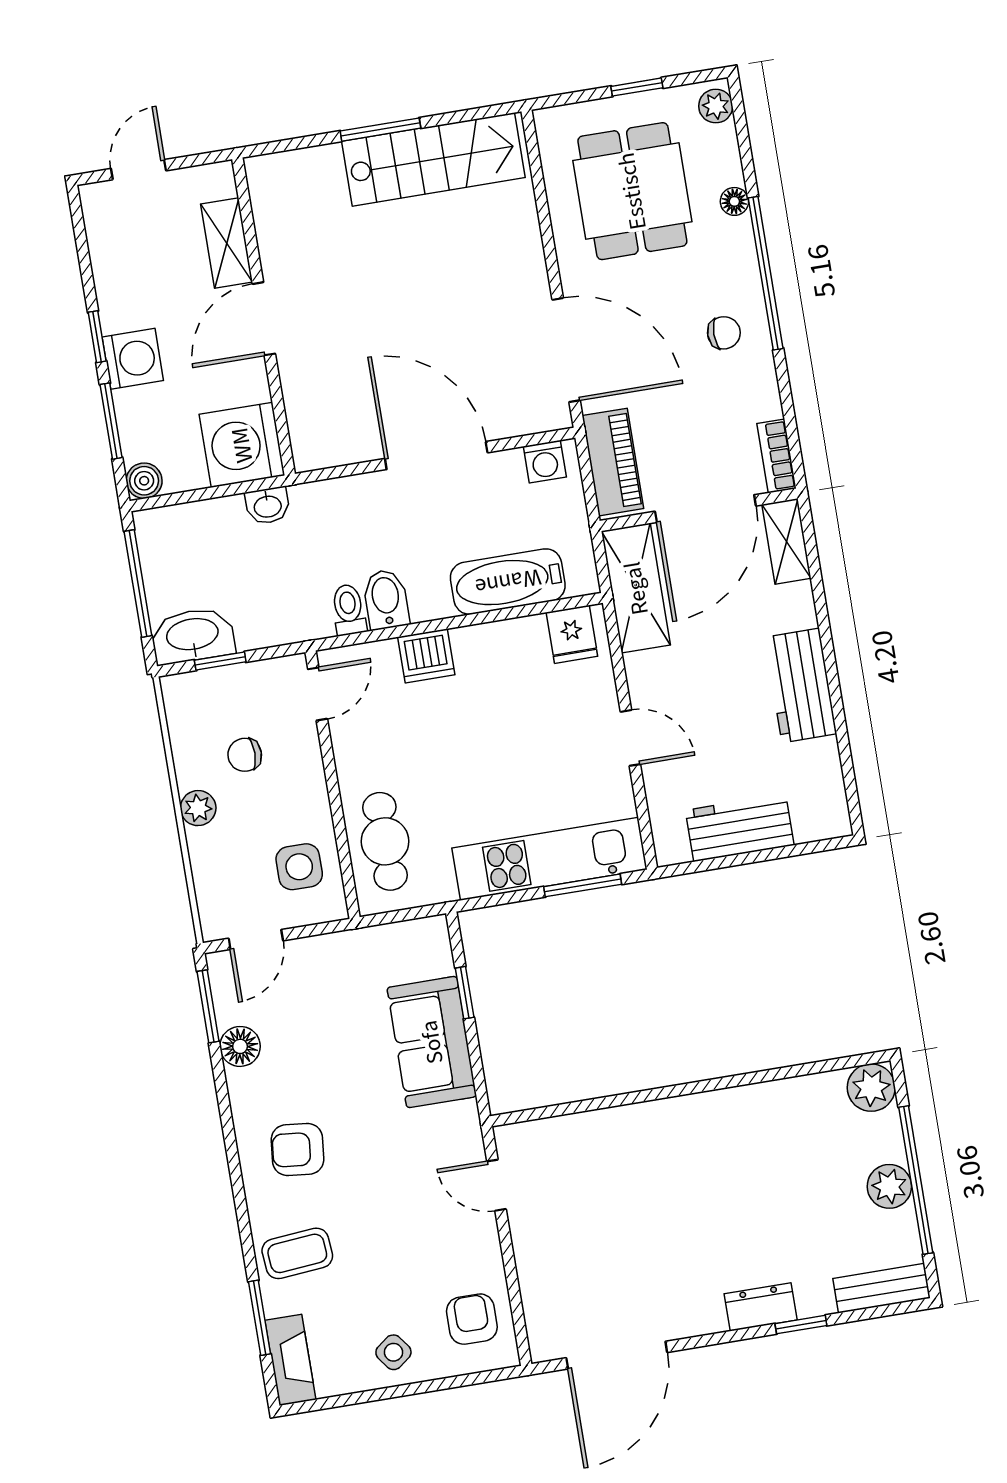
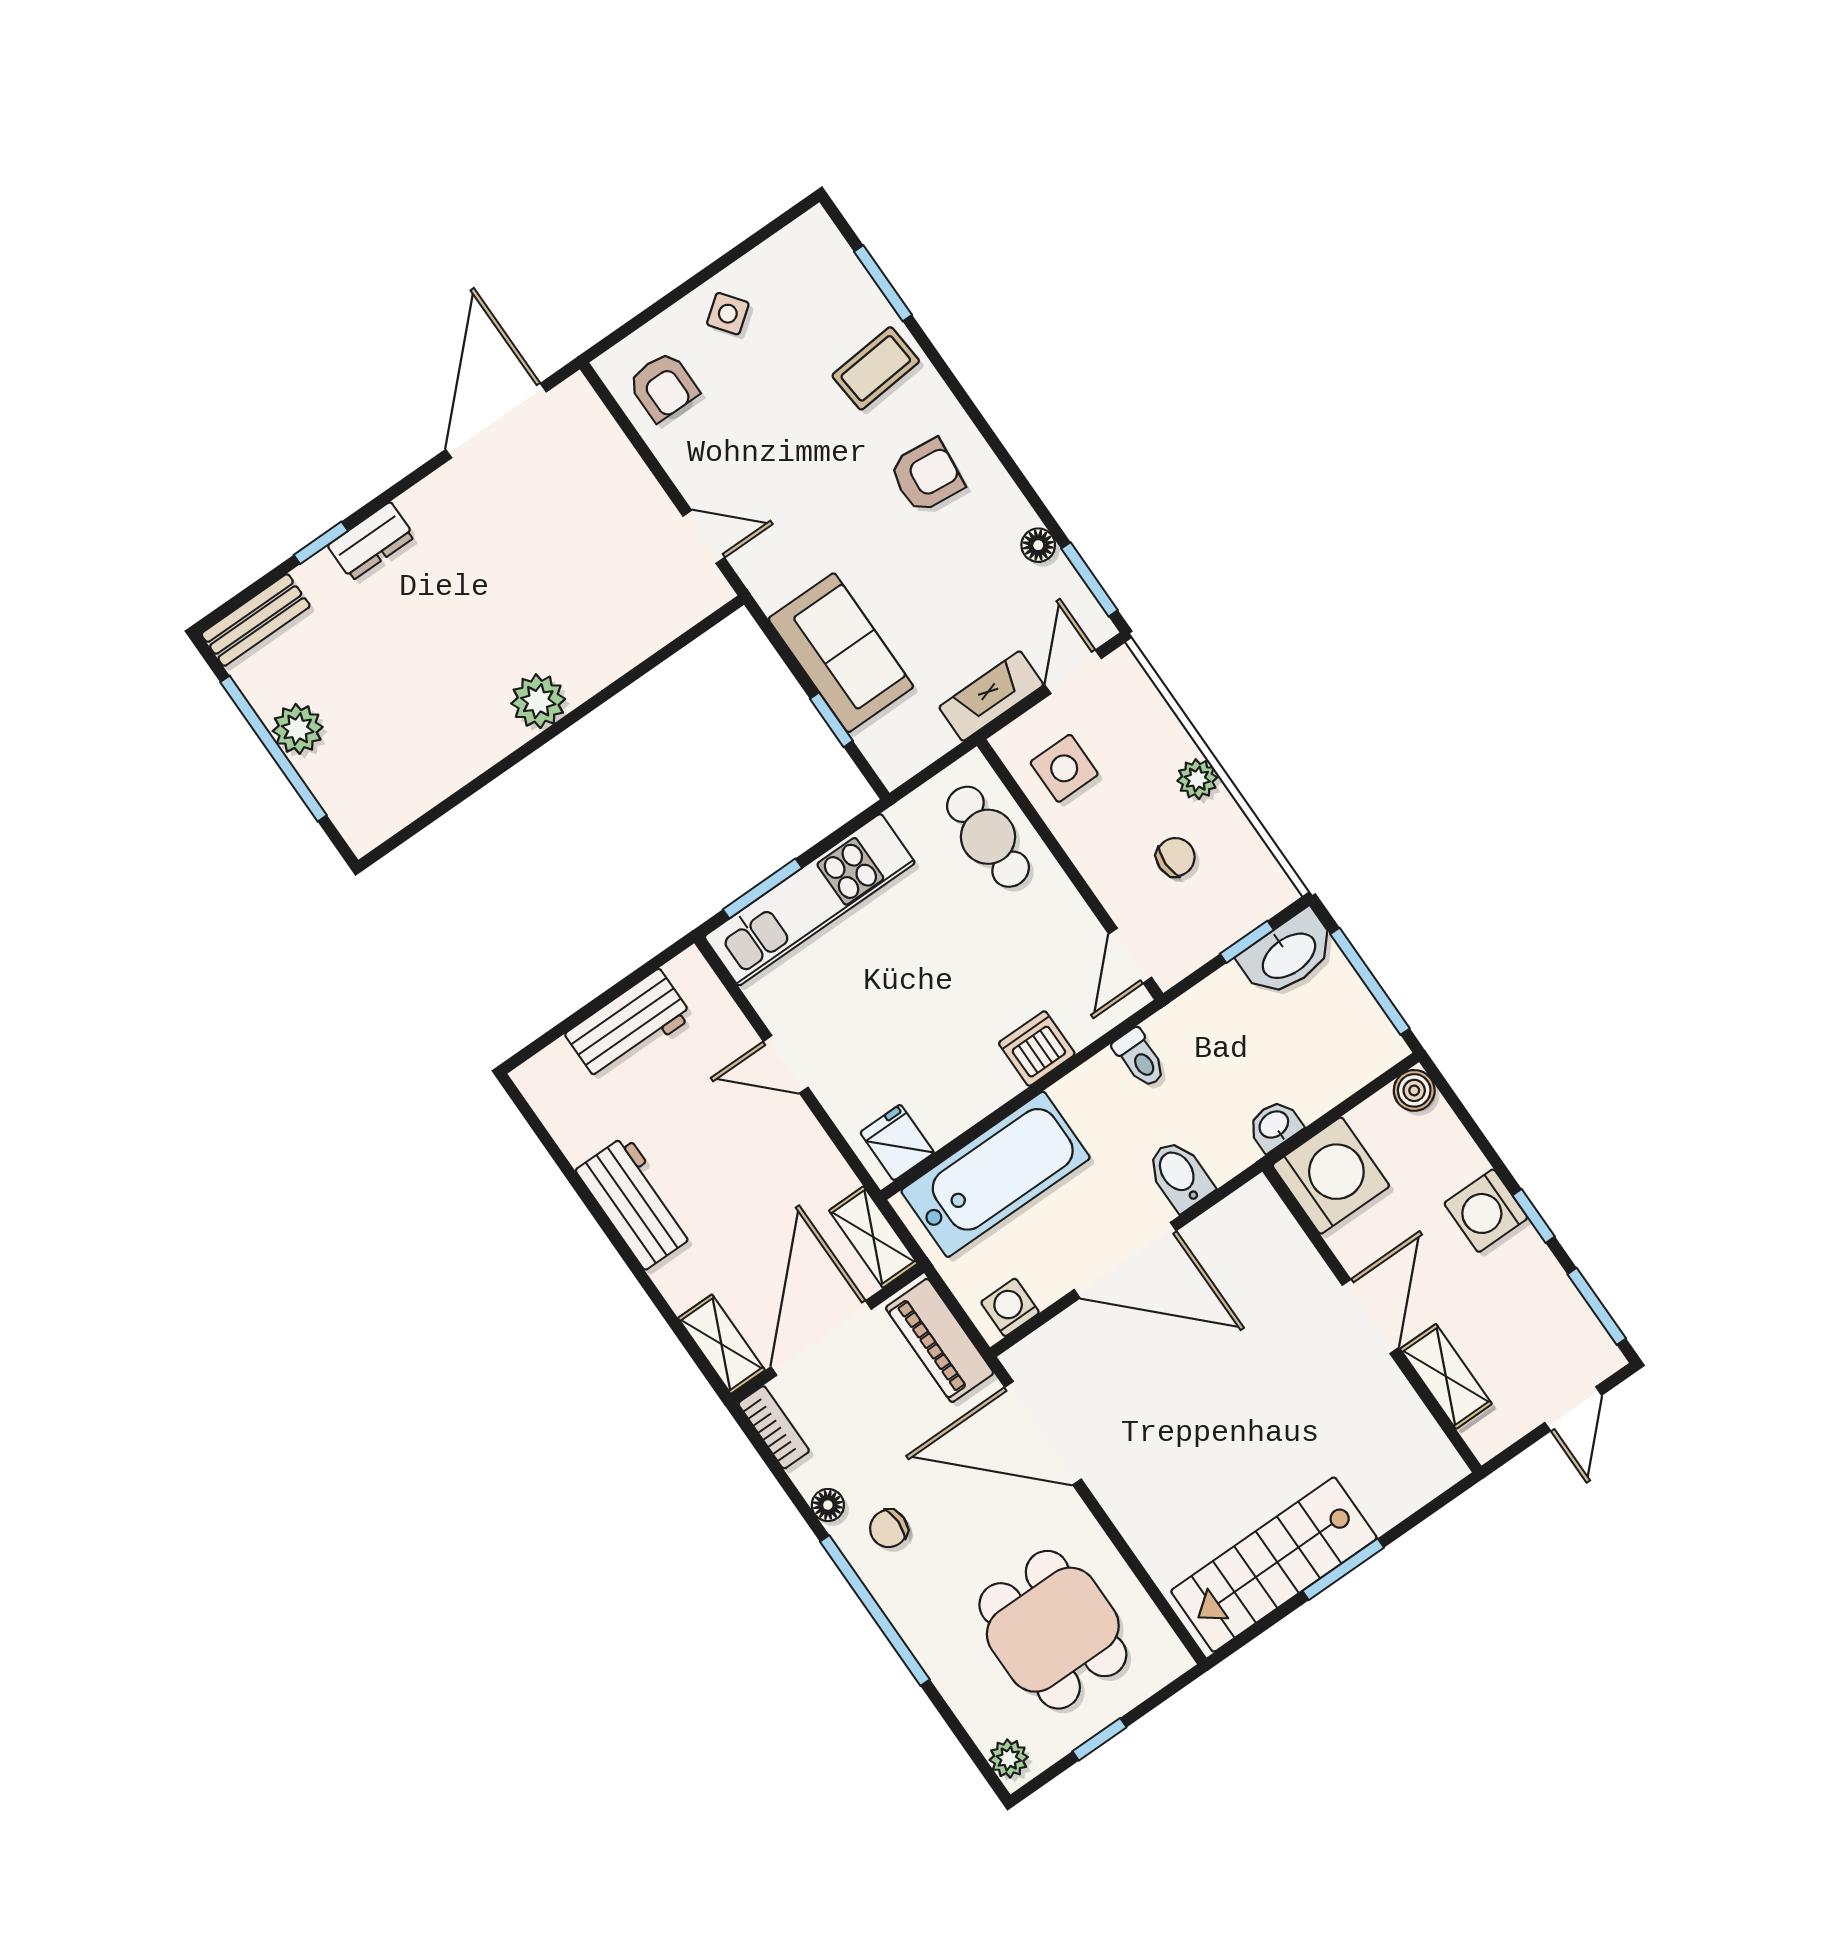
floor lamp: (734, 201) -> (828, 1505), moved
window: (111, 421) -> (1597, 1306), moved
bathtub: (508, 582) -> (996, 1174), width x1.36, depth x1.36
shelving: (636, 588) -> (873, 1237), width x0.67, depth x0.75
bidet: (386, 599) -> (1179, 1175), moved, turned 180
floor lamp: (240, 1046) -> (1038, 545), width x0.73, depth x0.73
plant: (871, 1088) -> (538, 701), moved
fireplace: (290, 1360) -> (991, 696), moved, turned 90

